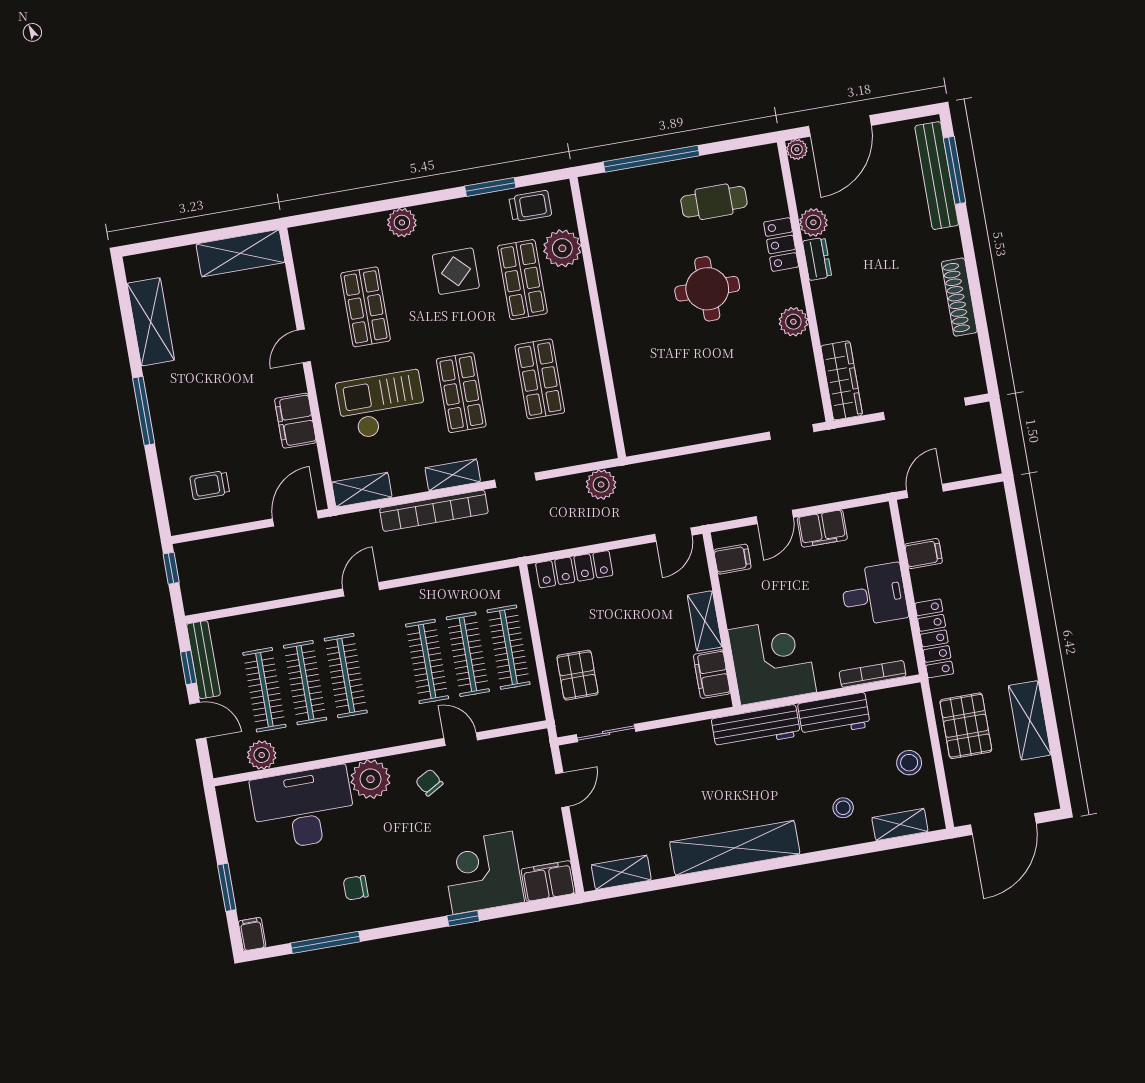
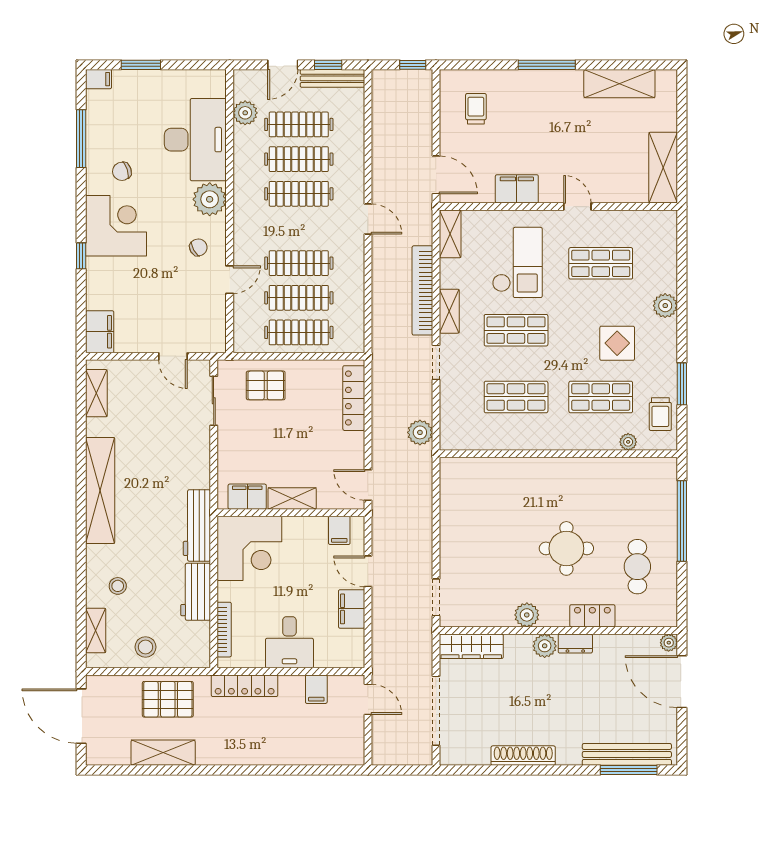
plant: (813, 222) -> (545, 646), moved
plant: (562, 248) -> (628, 442), width x0.53, depth x0.53
corner desk: (483, 873) -> (116, 226), moved
chair: (356, 888) -> (122, 171), turned -109

